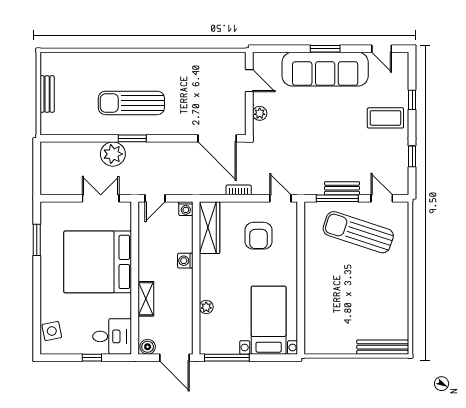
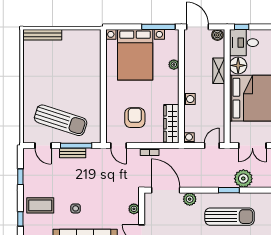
side table: (338, 114) -> (76, 208), added
plant: (185, 126) -> (190, 199), added
floor lamp: (120, 306) -> (238, 65), added
bed with nightstands: (269, 320) -> (135, 55), width x1.36
window: (92, 358) -> (242, 27), moved

